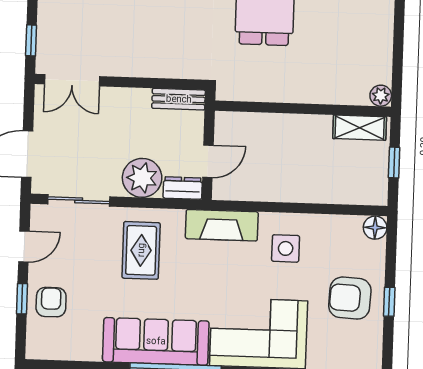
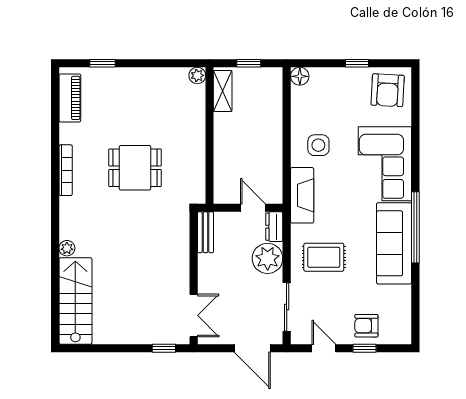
armchair: (350, 298) -> (388, 90), moved

